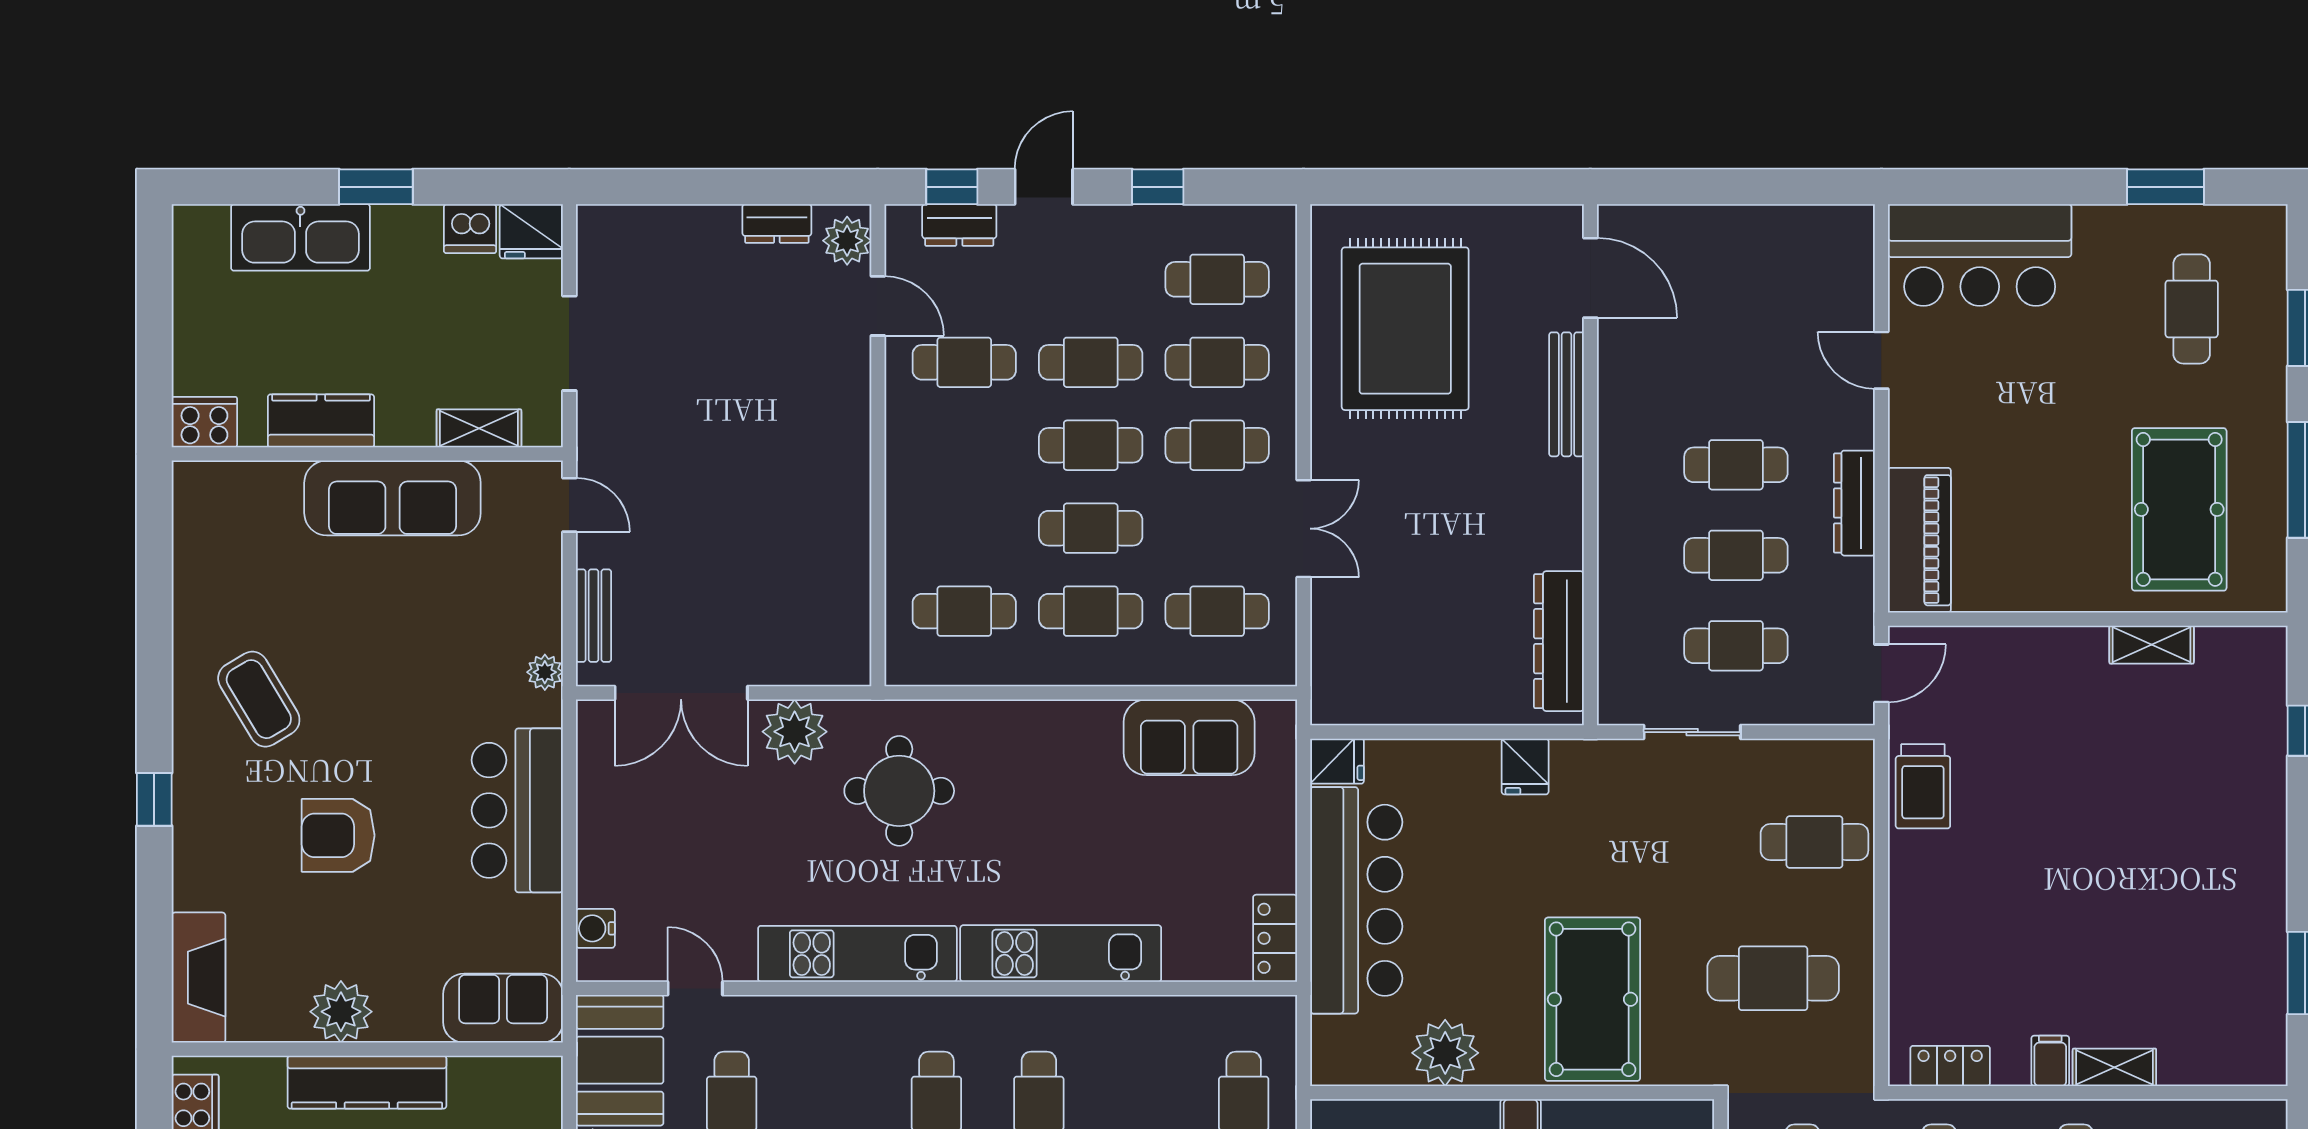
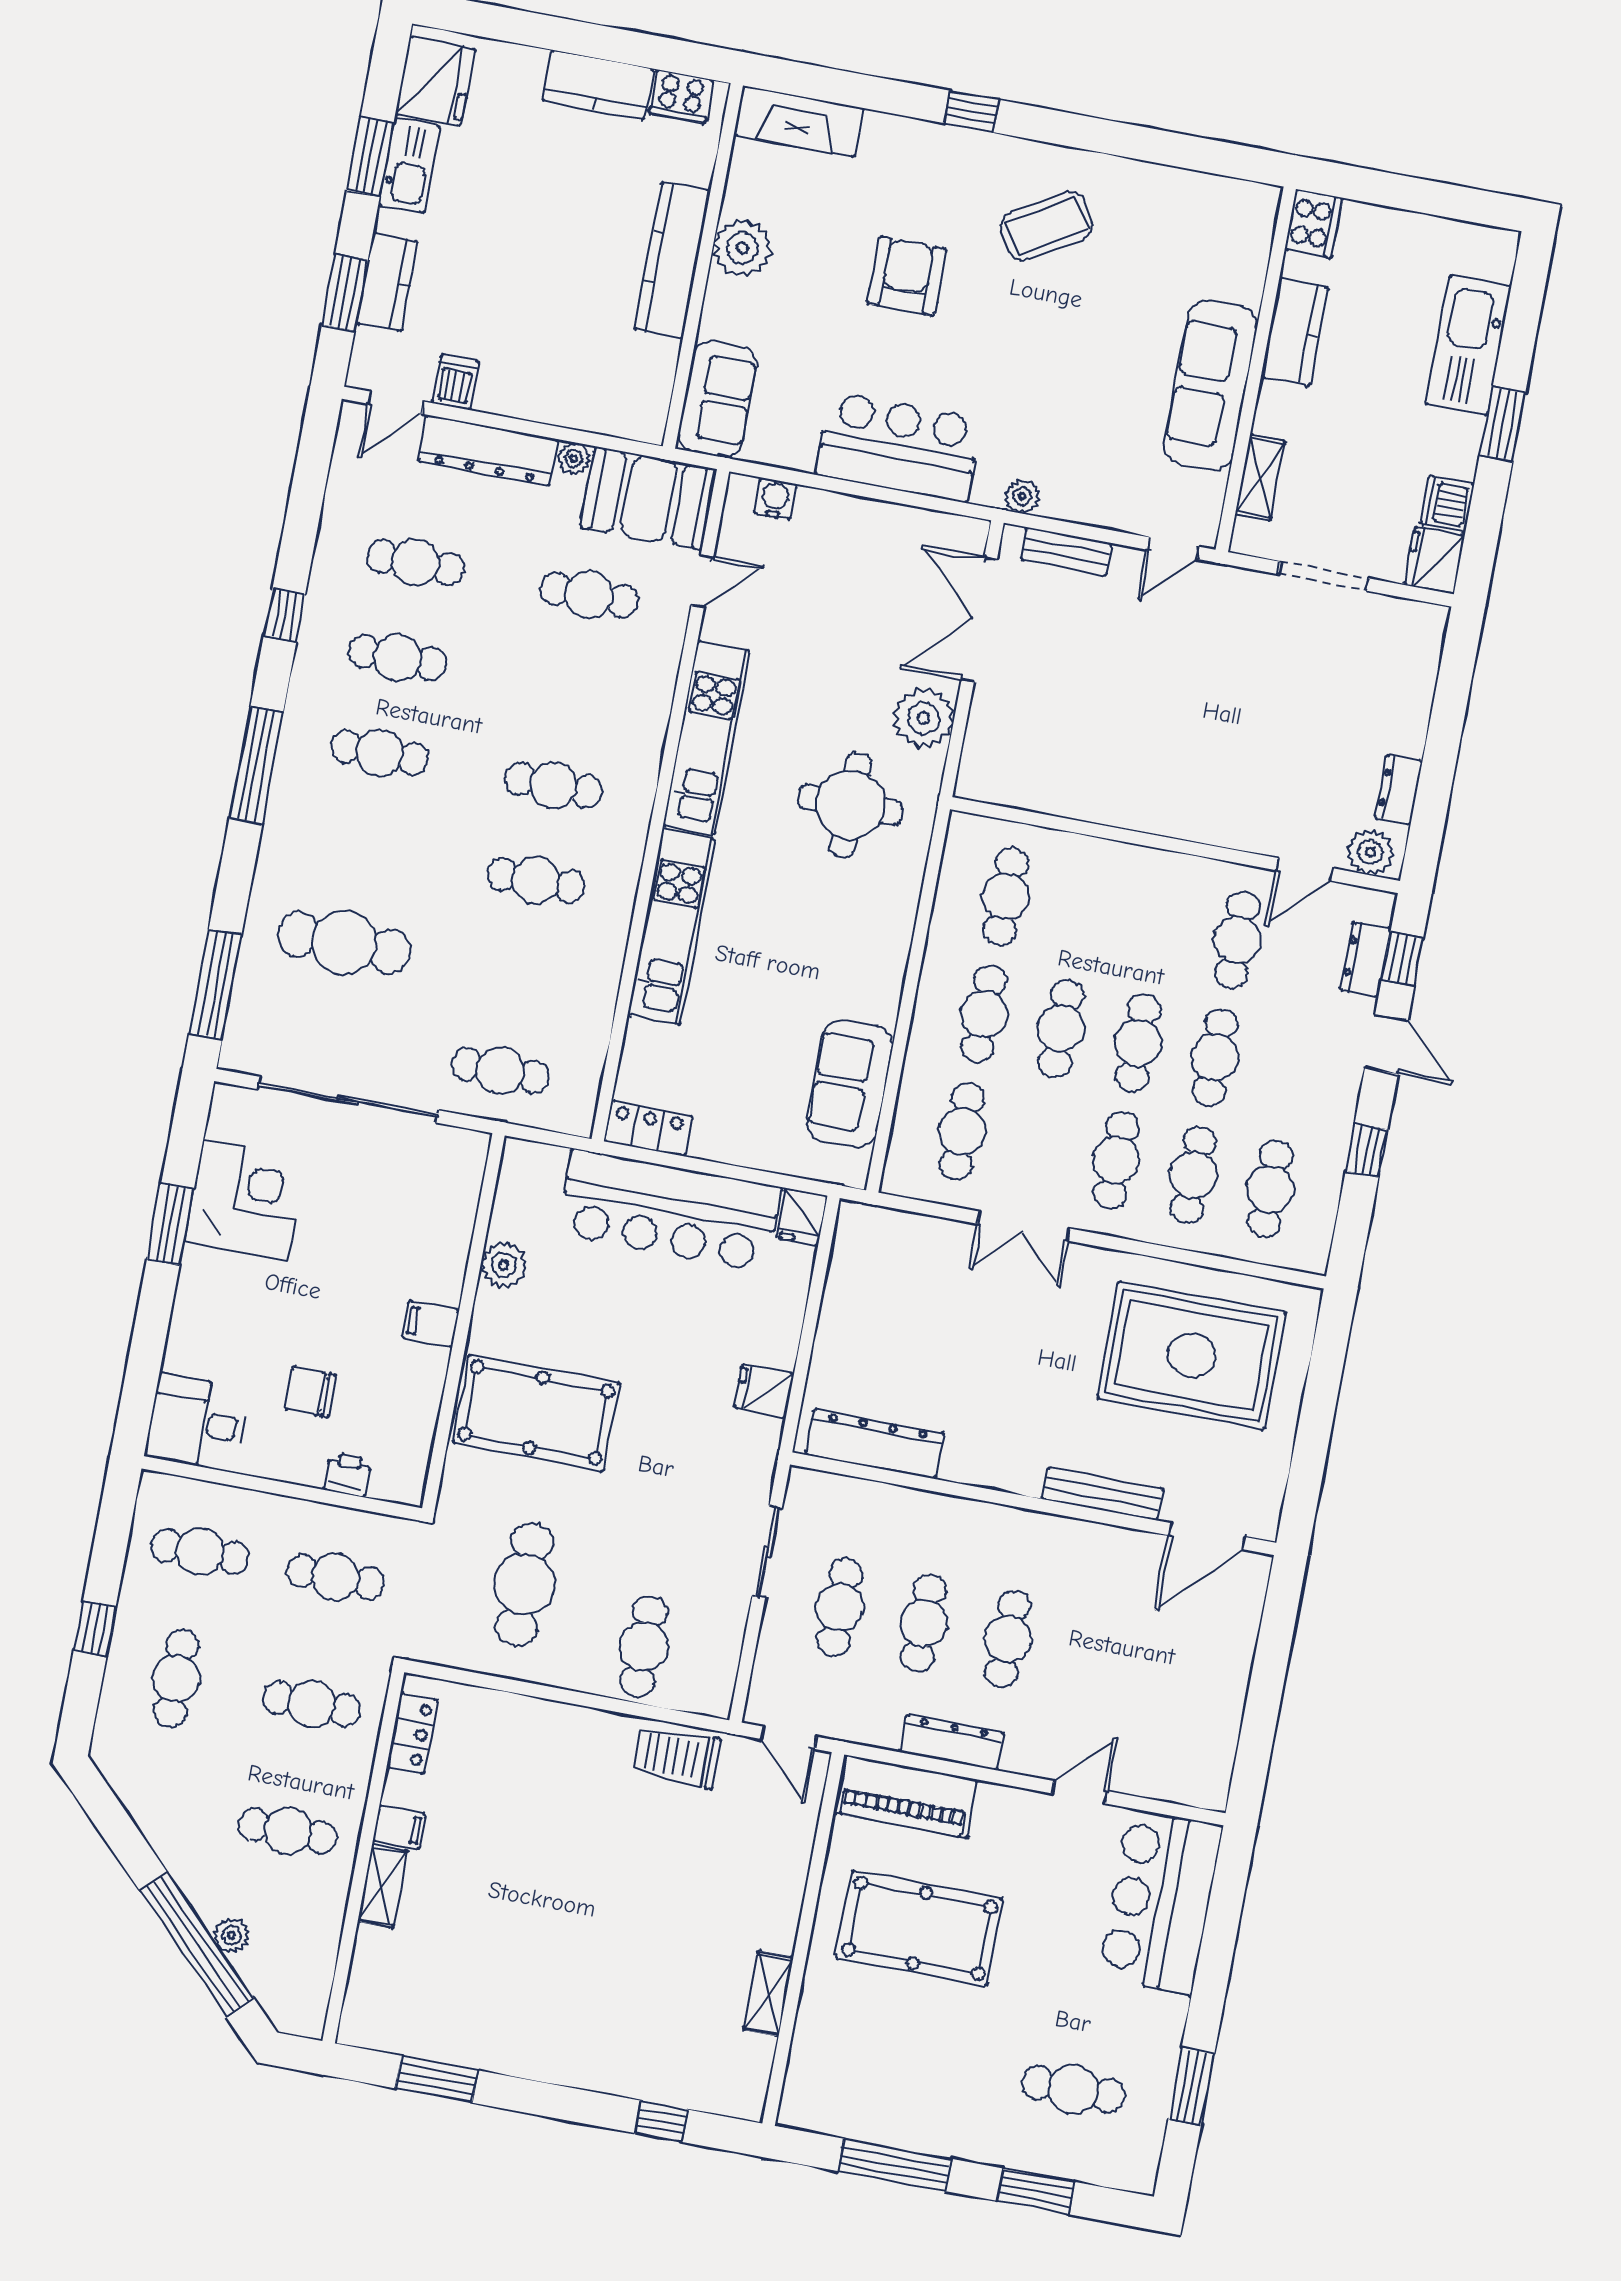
pool table: (2179, 509) -> (919, 1928), moved
plant: (1445, 1053) -> (504, 1265), width x0.73, depth x0.73

